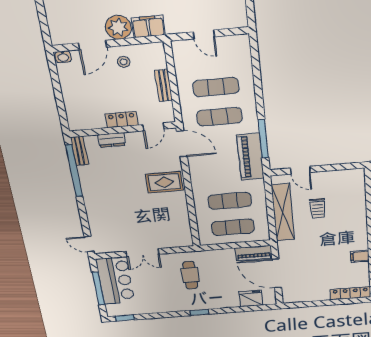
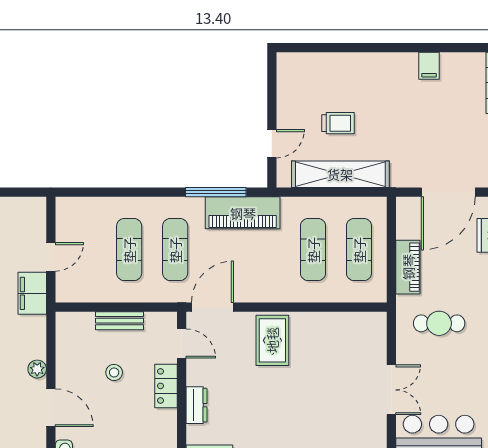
plant: (118, 27) -> (37, 369), width x0.53, depth x0.53
filing cabinet: (148, 27) -> (32, 293), moved
stool: (124, 62) -> (114, 372), moved
piano: (254, 253) -> (408, 267), moved

